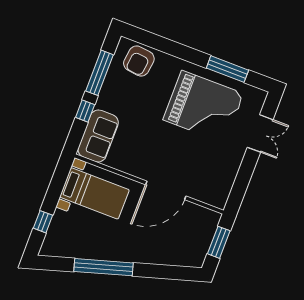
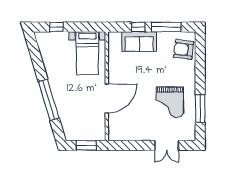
grand piano: (203, 107) -> (170, 102), width x0.73, depth x0.68
sofa: (98, 136) -> (139, 42), moved
door: (166, 190) -> (107, 98), swing flipped
window: (104, 267) -> (49, 100), moved

